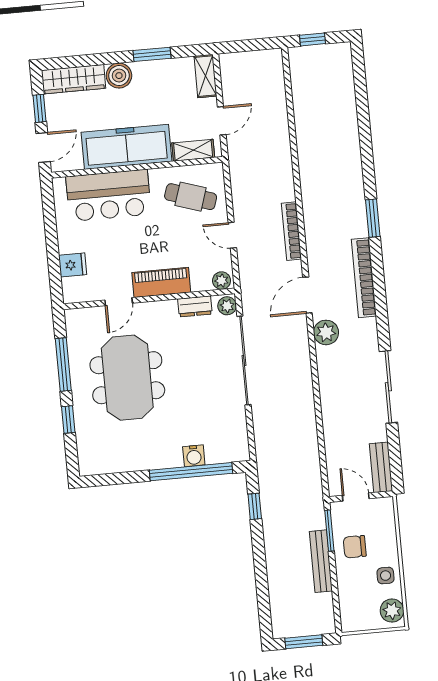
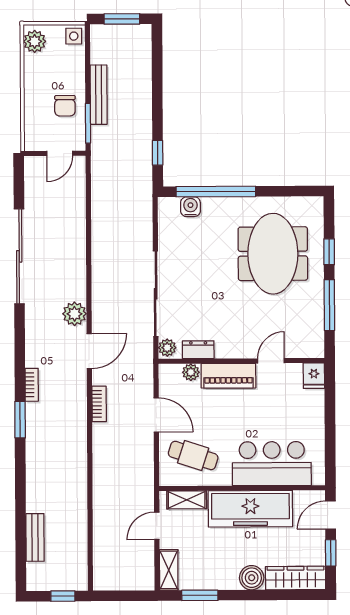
window: (152, 54) -> (200, 595), moved
bookcase: (292, 231) -> (99, 404), width x0.64
door: (232, 235) -> (156, 415), width x1.37
fridge: (73, 265) -> (314, 376), moved, turned -90
bookcase: (364, 278) -> (32, 385), width x0.43, depth x0.76
plant: (222, 281) -> (191, 372), moved
meeting table: (127, 378) -> (273, 254), moved
sliding door: (388, 387) -> (19, 256), width x1.36
water cooler: (194, 456) -> (190, 207), moved
bench: (381, 467) -> (35, 537), moved
door: (356, 497) -> (60, 153), hinge flipped
chair: (355, 547) -> (65, 106), turned 90
side table: (386, 576) -> (74, 36), moved

